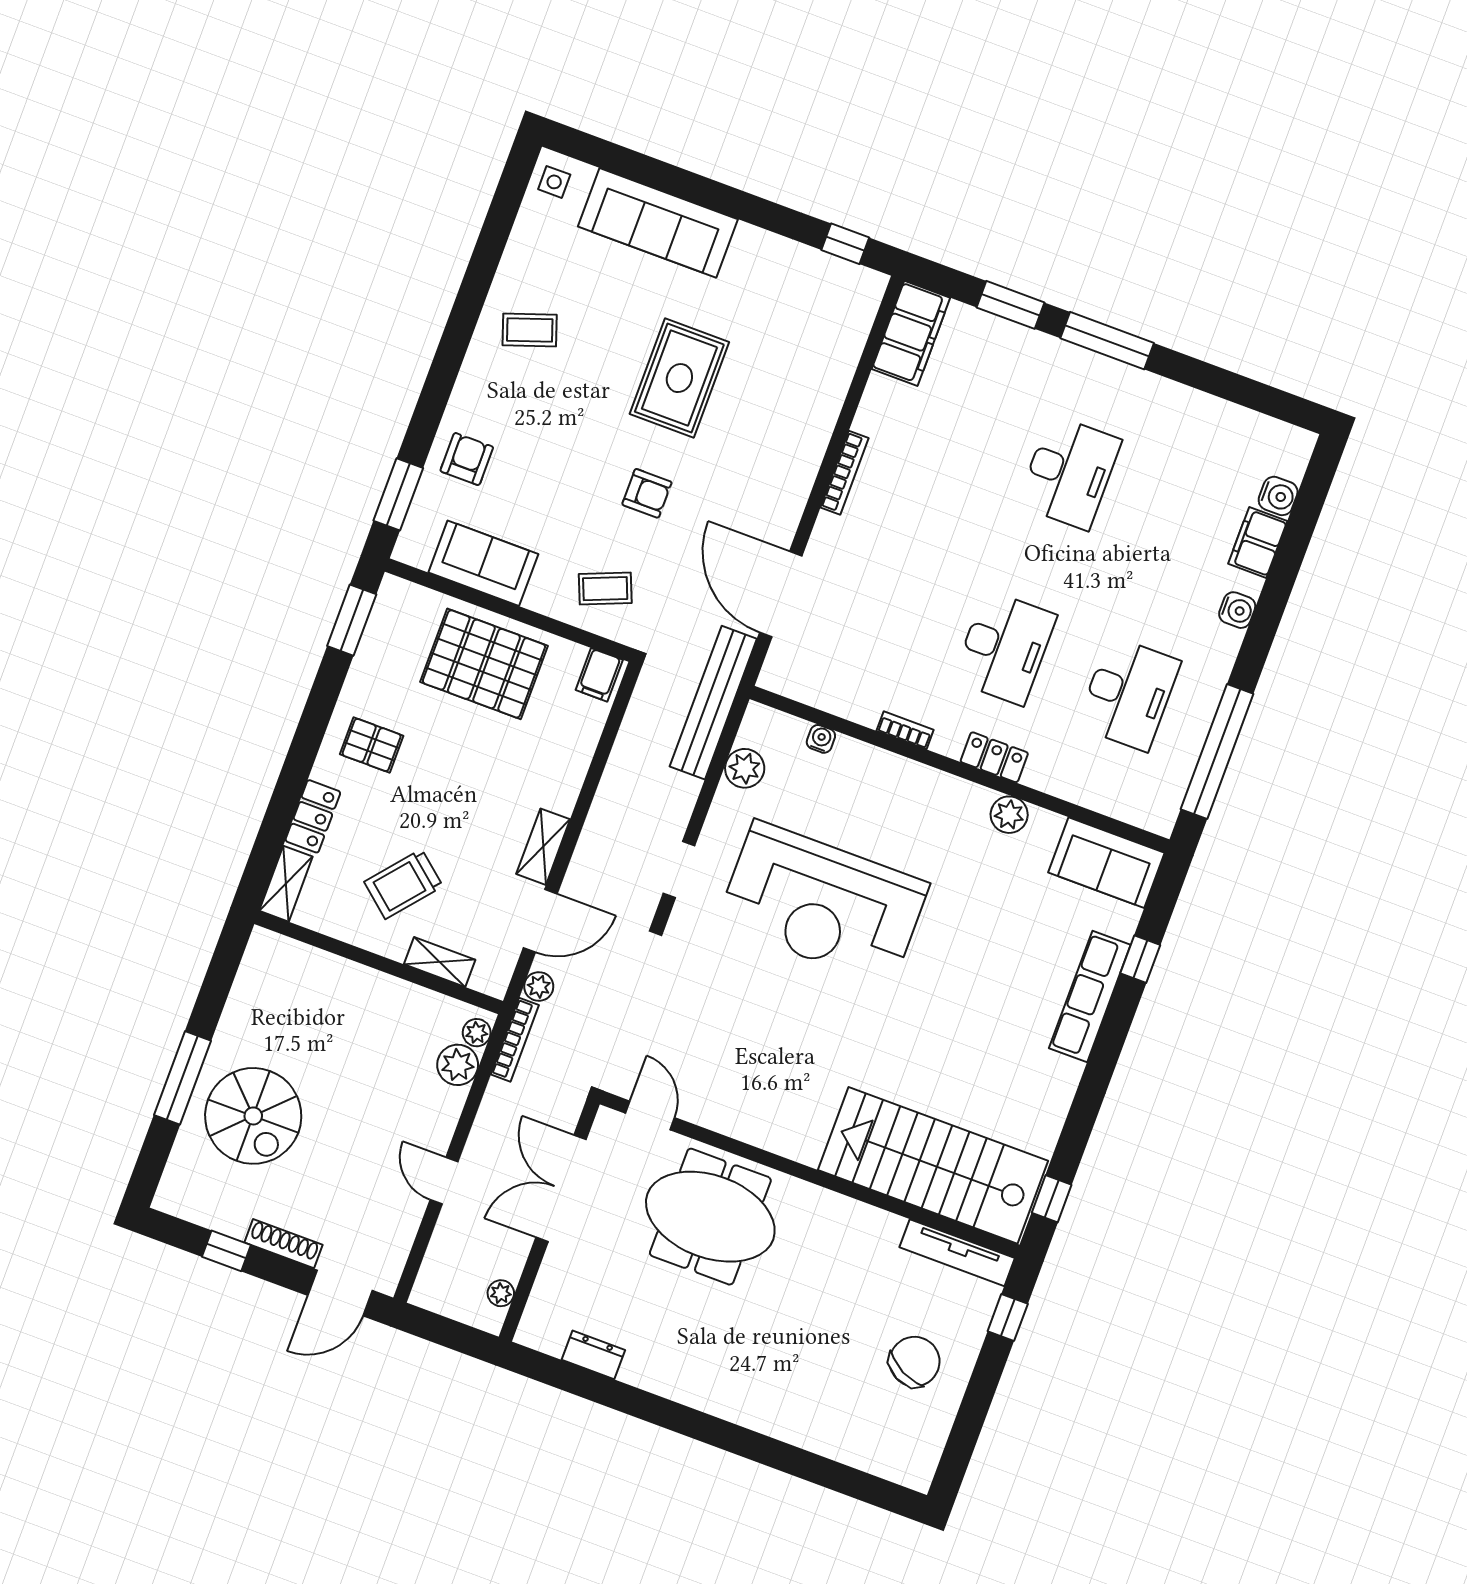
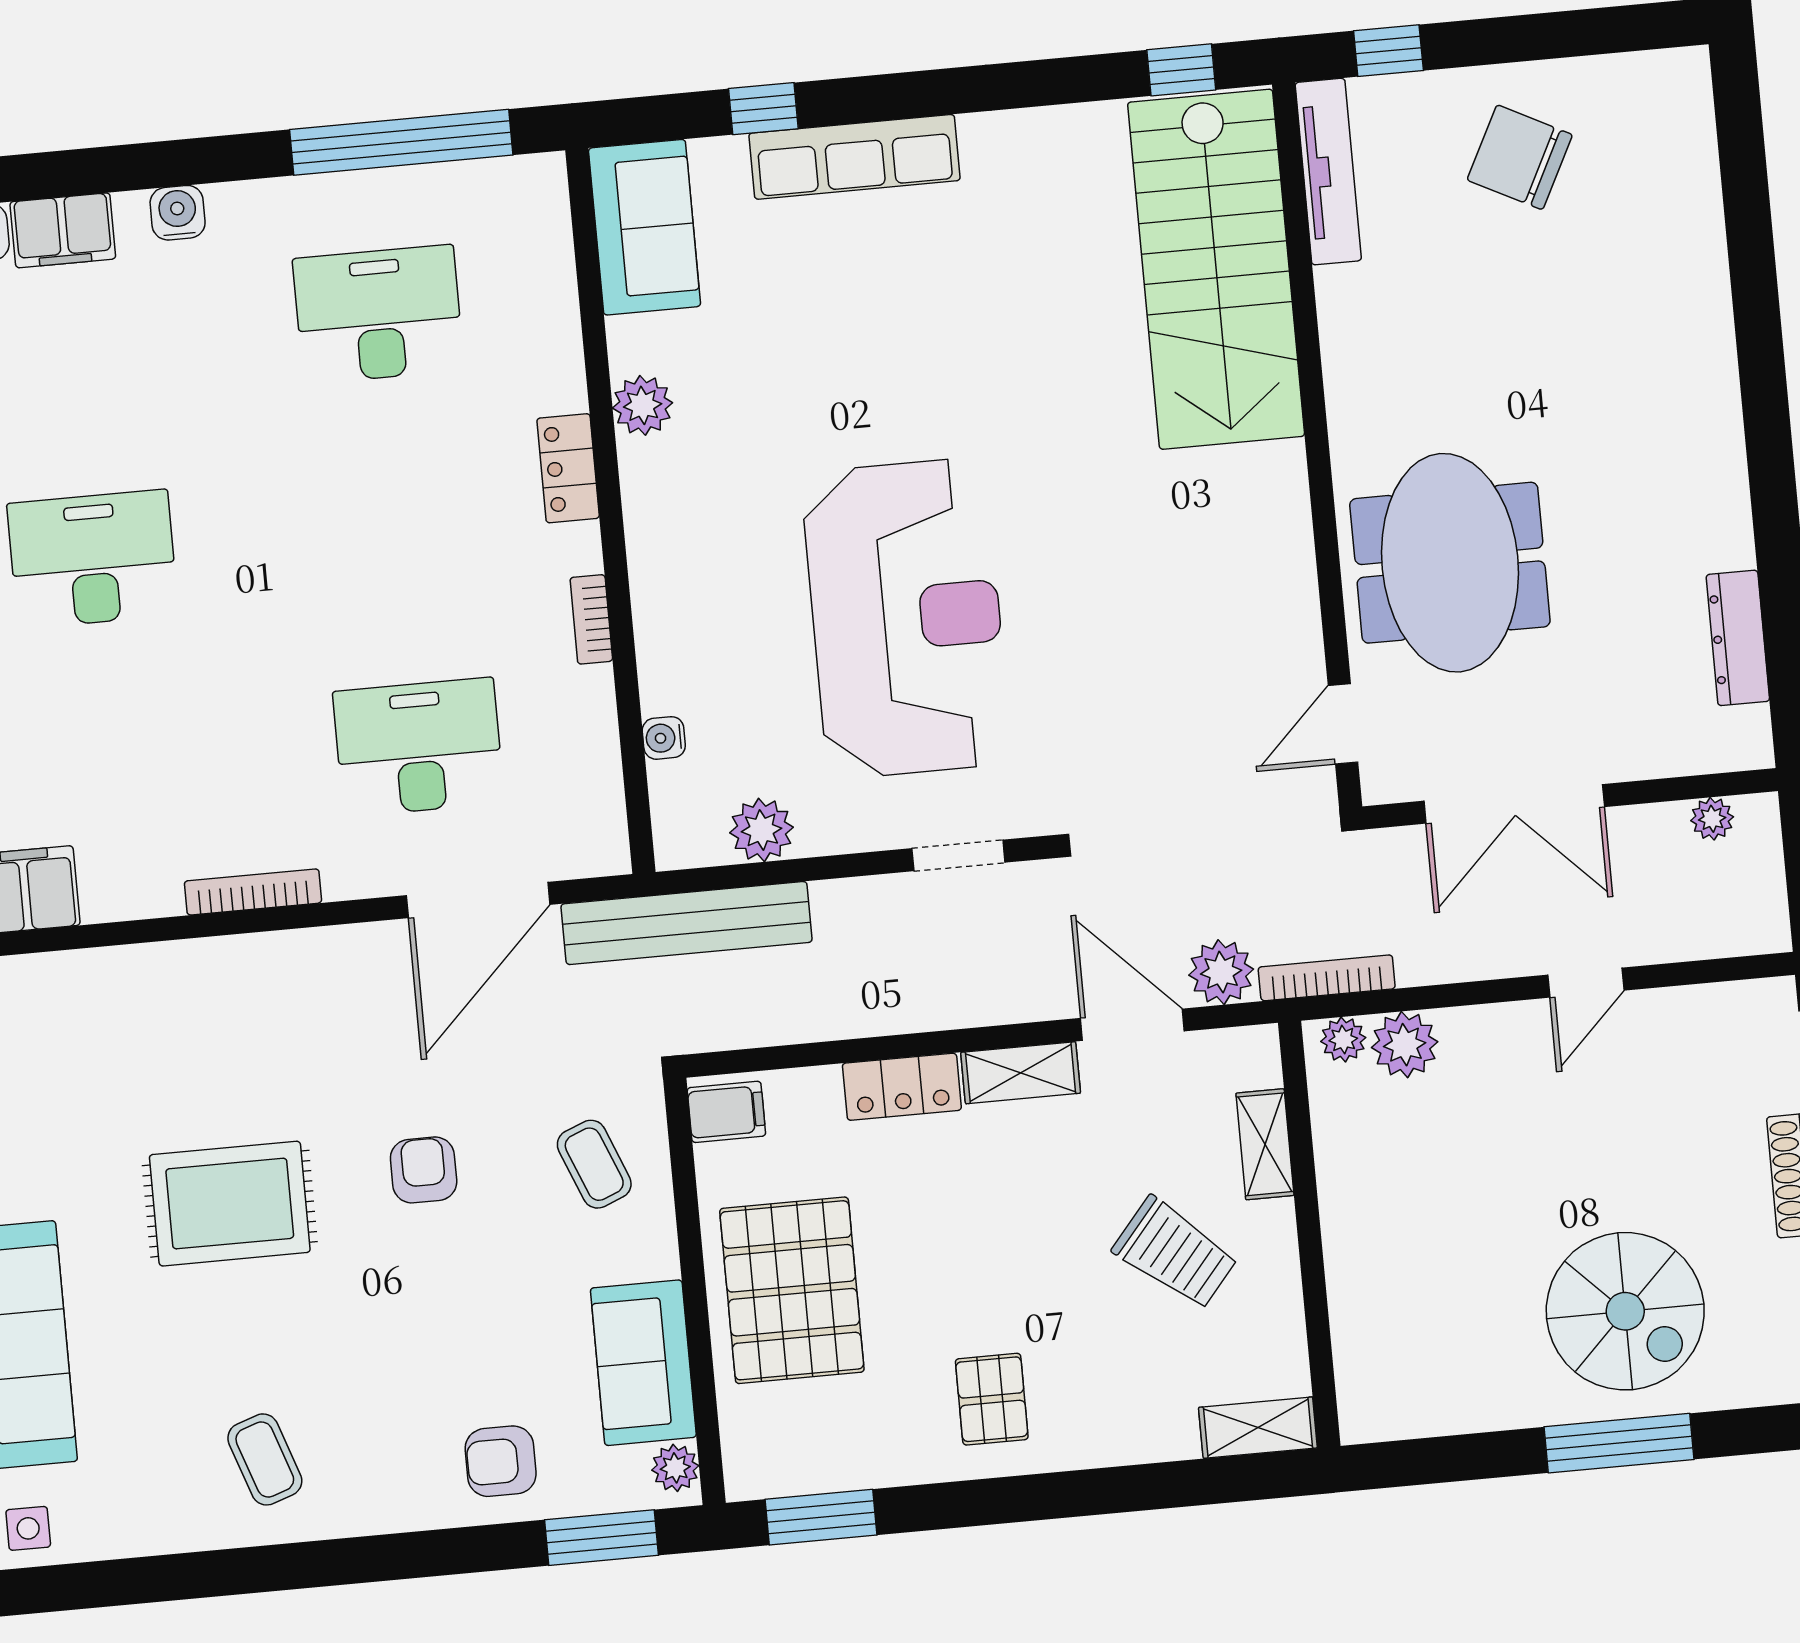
plant: (417, 553) -> (675, 1468), added
desk: (1004, 648) -> (419, 747), moved
locker: (313, 816) -> (902, 1087), moved, turned 180
plant: (539, 986) -> (1221, 972), width x1.38, depth x1.38
spiral stairs: (253, 1116) -> (1625, 1311), turned 90
dresser: (593, 1355) -> (1738, 638), width x1.44

